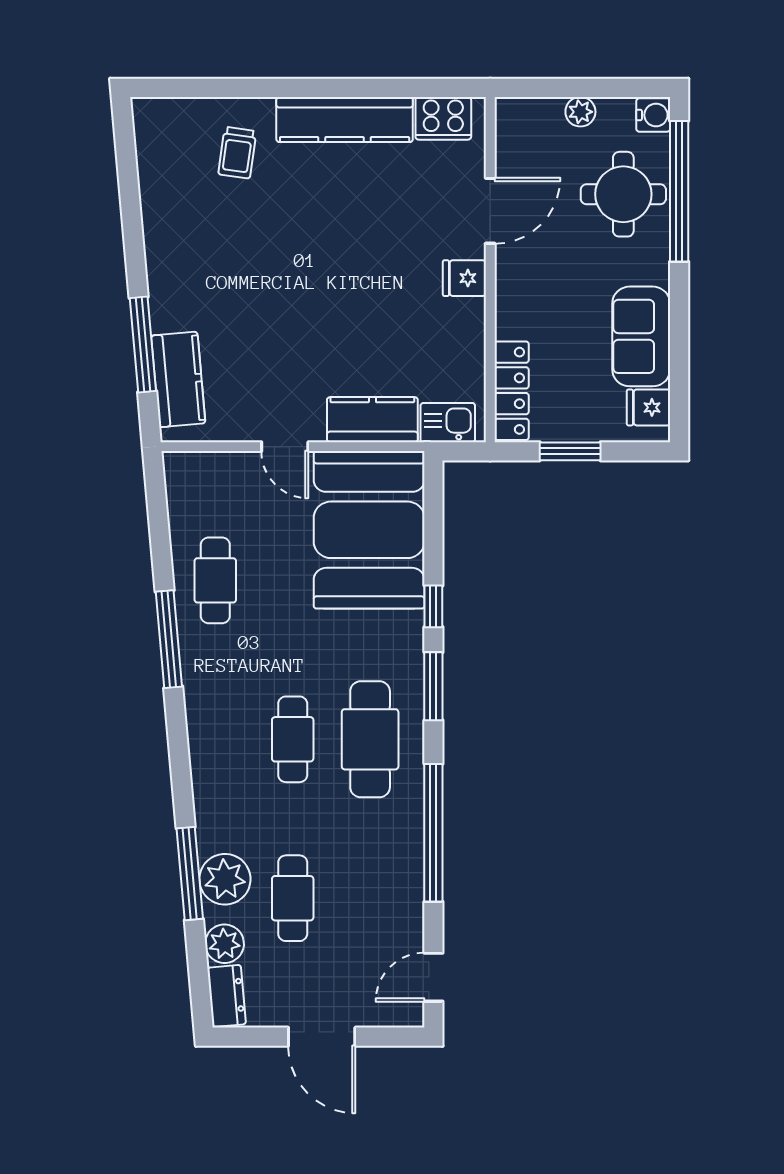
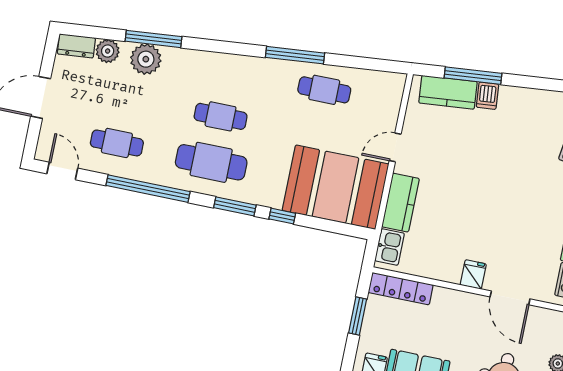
dishwasher: (170, 314) -> (487, 96), added
cafe table: (293, 898) -> (117, 143), moved

